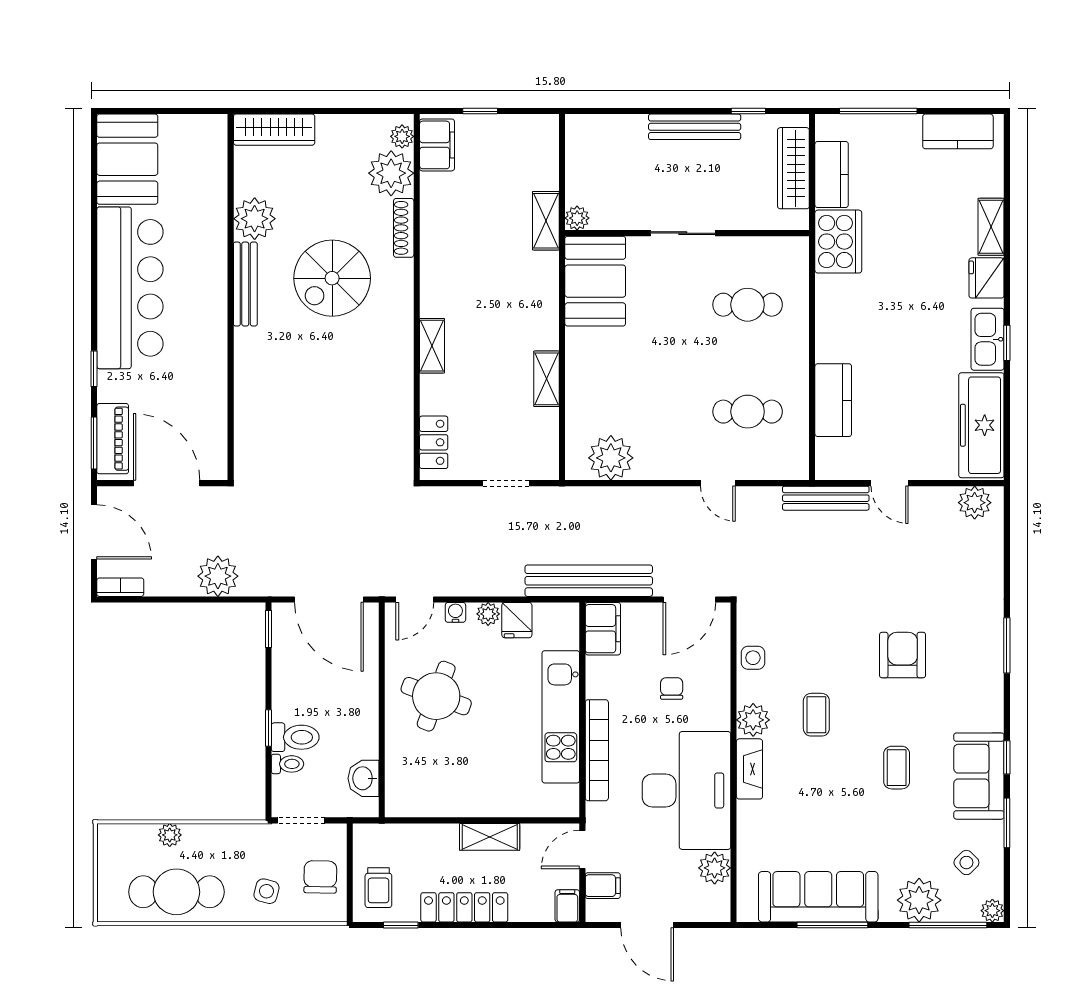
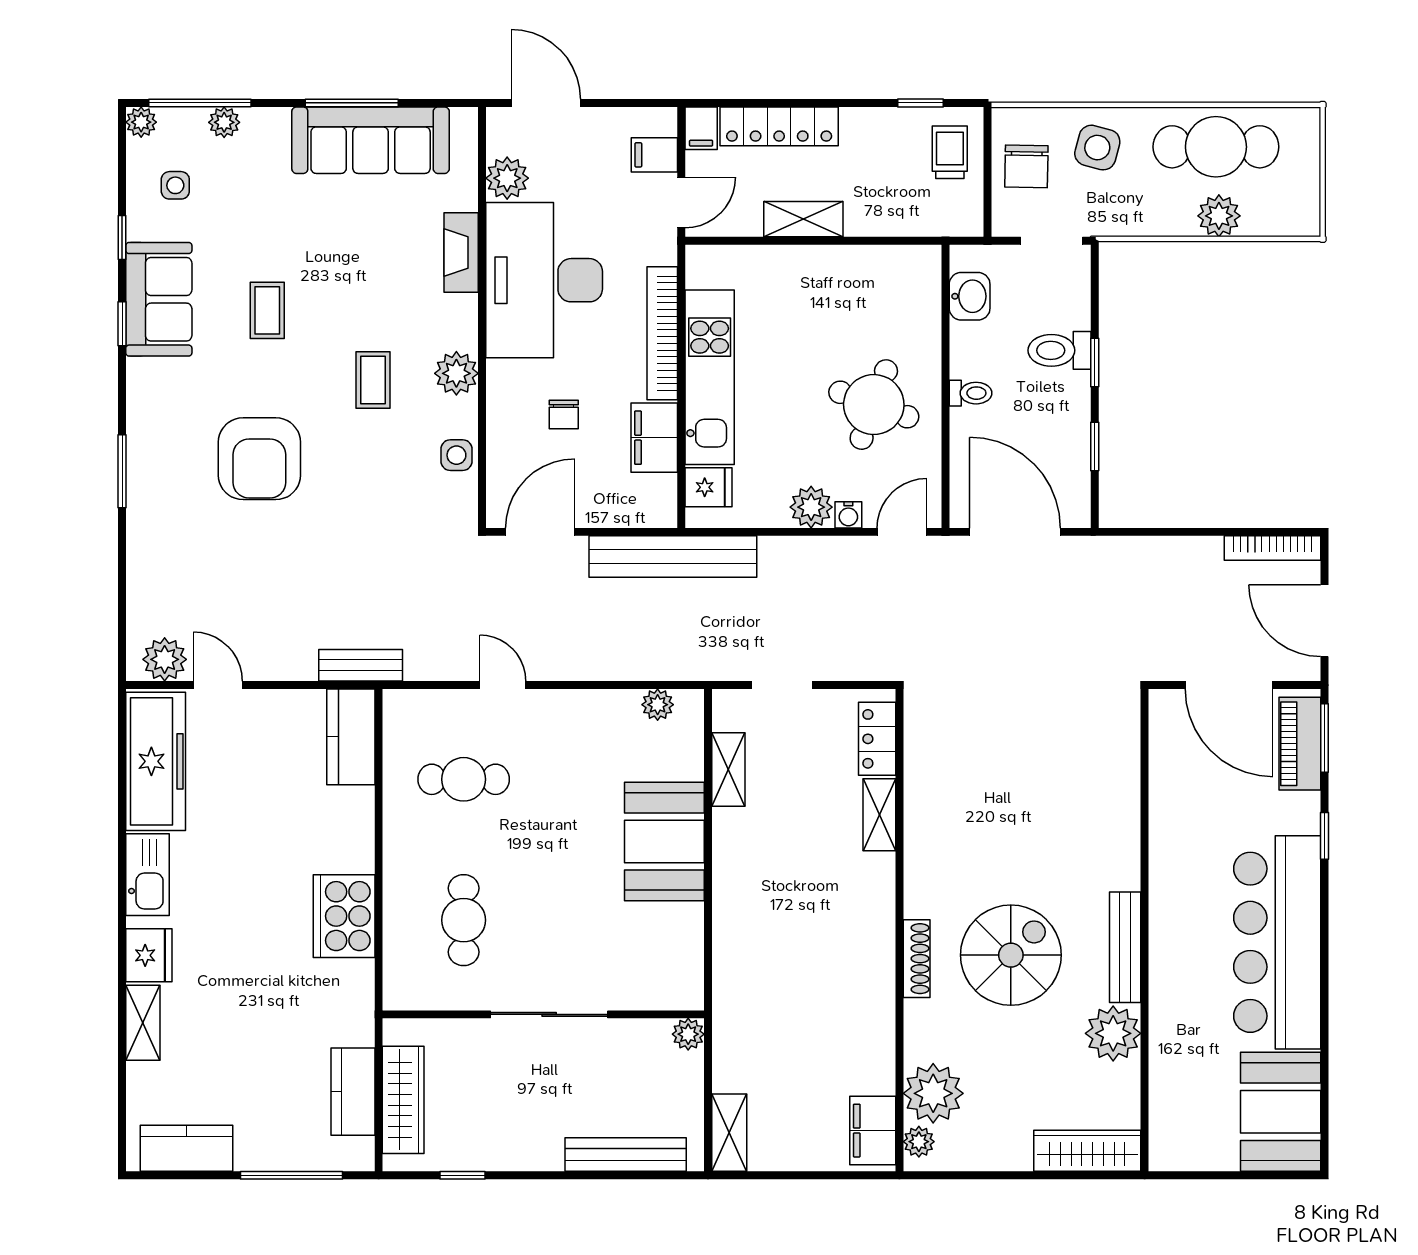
window: (480, 111) -> (816, 1175), removed
bench: (695, 127) -> (626, 1154), moved
shelving: (546, 221) -> (729, 1133), moved
shoe rack: (404, 228) -> (917, 959), moved
sliding door: (683, 233) -> (549, 1014), width x1.37
cooker: (838, 242) -> (344, 916), moved
booth: (595, 281) -> (664, 842), moved
cafe table: (748, 305) -> (464, 920), turned 90
window: (1007, 343) -> (122, 870), removed
shelving: (432, 346) -> (879, 815), moved
shelving: (547, 379) -> (728, 769), moved
kitchen counter: (833, 400) -> (351, 737), moved
plant: (611, 458) -> (658, 705), width x0.53, depth x0.53
door: (890, 483) -> (218, 685), moved
bench: (826, 498) -> (361, 665), width x0.73
plant: (218, 576) -> (1161, 562), removed
bookcase: (120, 587) -> (1273, 548), width x1.56
plant: (488, 614) -> (811, 507), width x1.38, depth x1.38
fridge: (517, 620) -> (708, 487), moved, turned 90
window: (268, 629) -> (1095, 447), moved
filing cabinet: (603, 629) -> (654, 438), moved
armchair: (903, 655) -> (259, 459), width x1.36, depth x1.36
toilet: (287, 764) -> (970, 393), moved, turned 180
fireplace: (749, 769) -> (461, 252), moved
window: (1007, 823) -> (122, 237), width x0.67
plant: (170, 835) -> (1219, 216), width x1.38, depth x1.38
side table: (966, 863) -> (175, 185), turned 45
side table: (266, 891) -> (1097, 148), width x1.37, depth x1.37
plant: (919, 900) -> (224, 122), width x0.53, depth x0.53
locker: (464, 907) -> (779, 126), moved
door: (647, 925) -> (546, 103), moved

